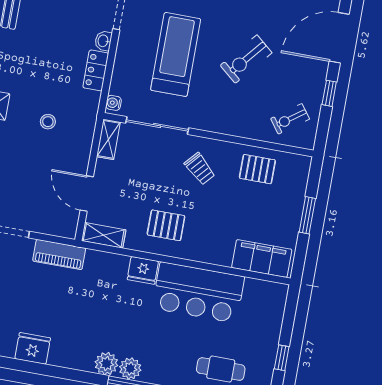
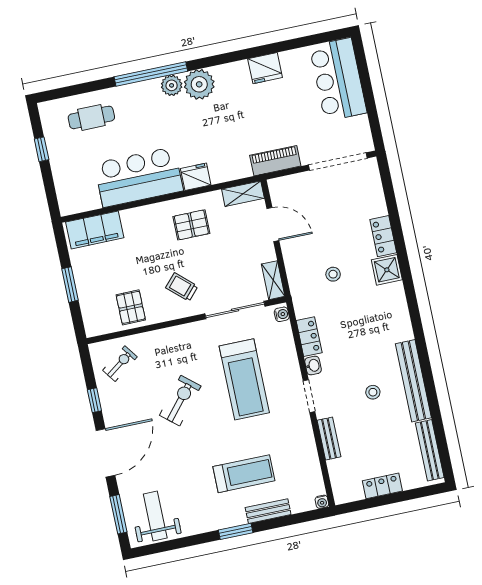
pallet: (257, 169) -> (131, 307), turned 90
plant: (106, 364) -> (199, 84), width x1.36, depth x1.36

